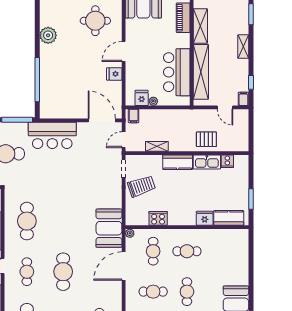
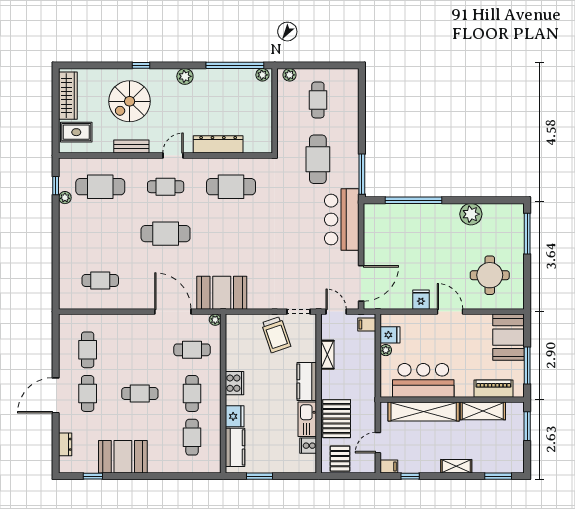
pallet: (237, 137) -> (340, 459), added
pallet: (206, 139) -> (337, 419), width x1.50, depth x1.42
cooker: (158, 218) -> (234, 383), moved
cafe table: (153, 292) -> (192, 437), moved

